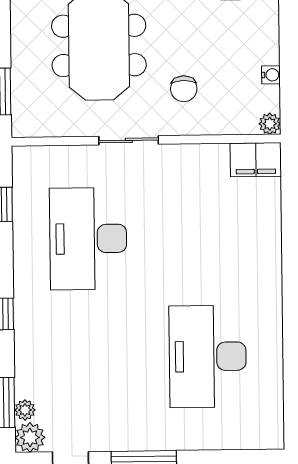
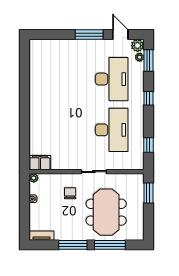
desk: (208, 356) -> (112, 79), moved

